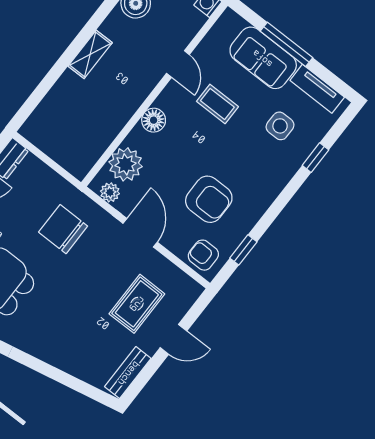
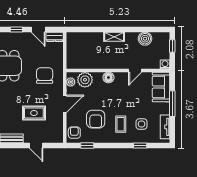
sofa: (263, 58) -> (161, 87), moved
coffee table: (217, 104) -> (121, 124), moved
rug: (137, 304) -> (34, 113), moved

